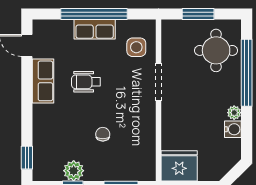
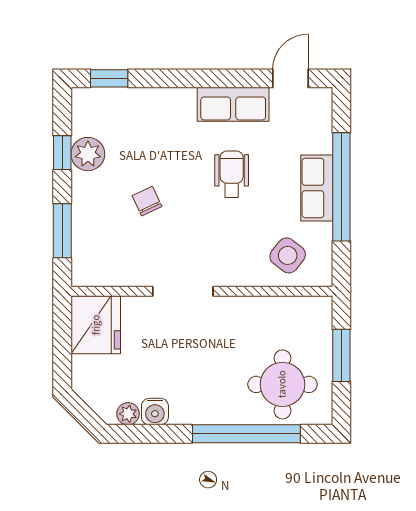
side table: (136, 47) -> (288, 255), turned 38
doorway: (159, 82) -> (183, 291), moved
plant: (234, 113) -> (128, 414), moved
chair: (103, 134) -> (147, 201), turned -115

